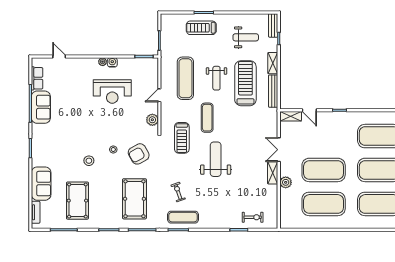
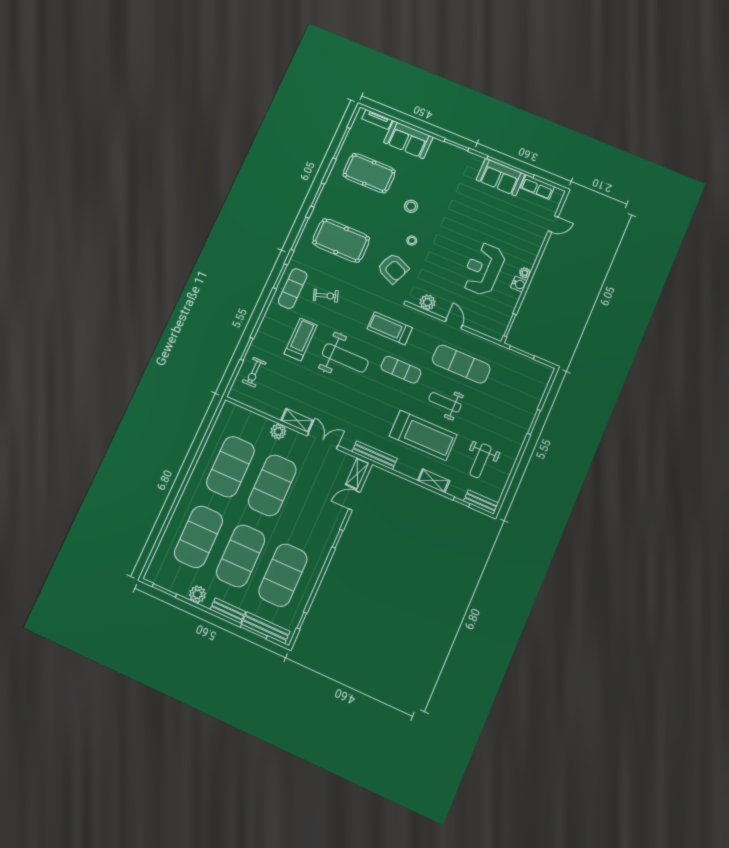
treadmill: (201, 28) -> (301, 339), moved
bench: (273, 91) -> (375, 455), moved
armchair: (139, 154) -> (393, 268), turned 142

